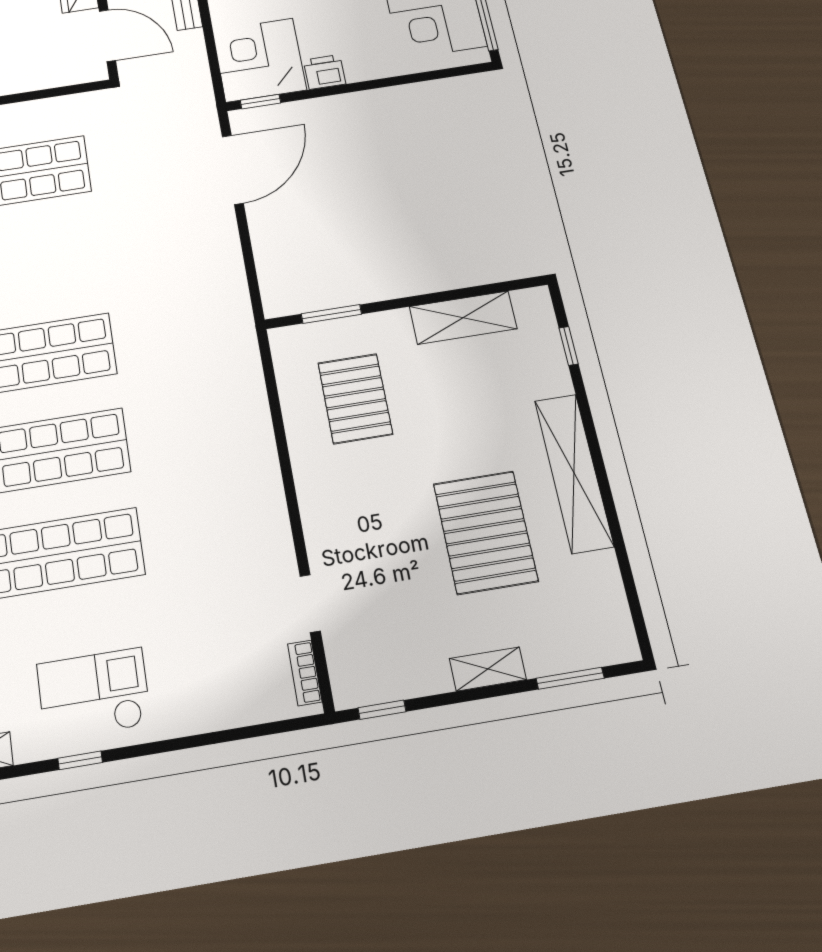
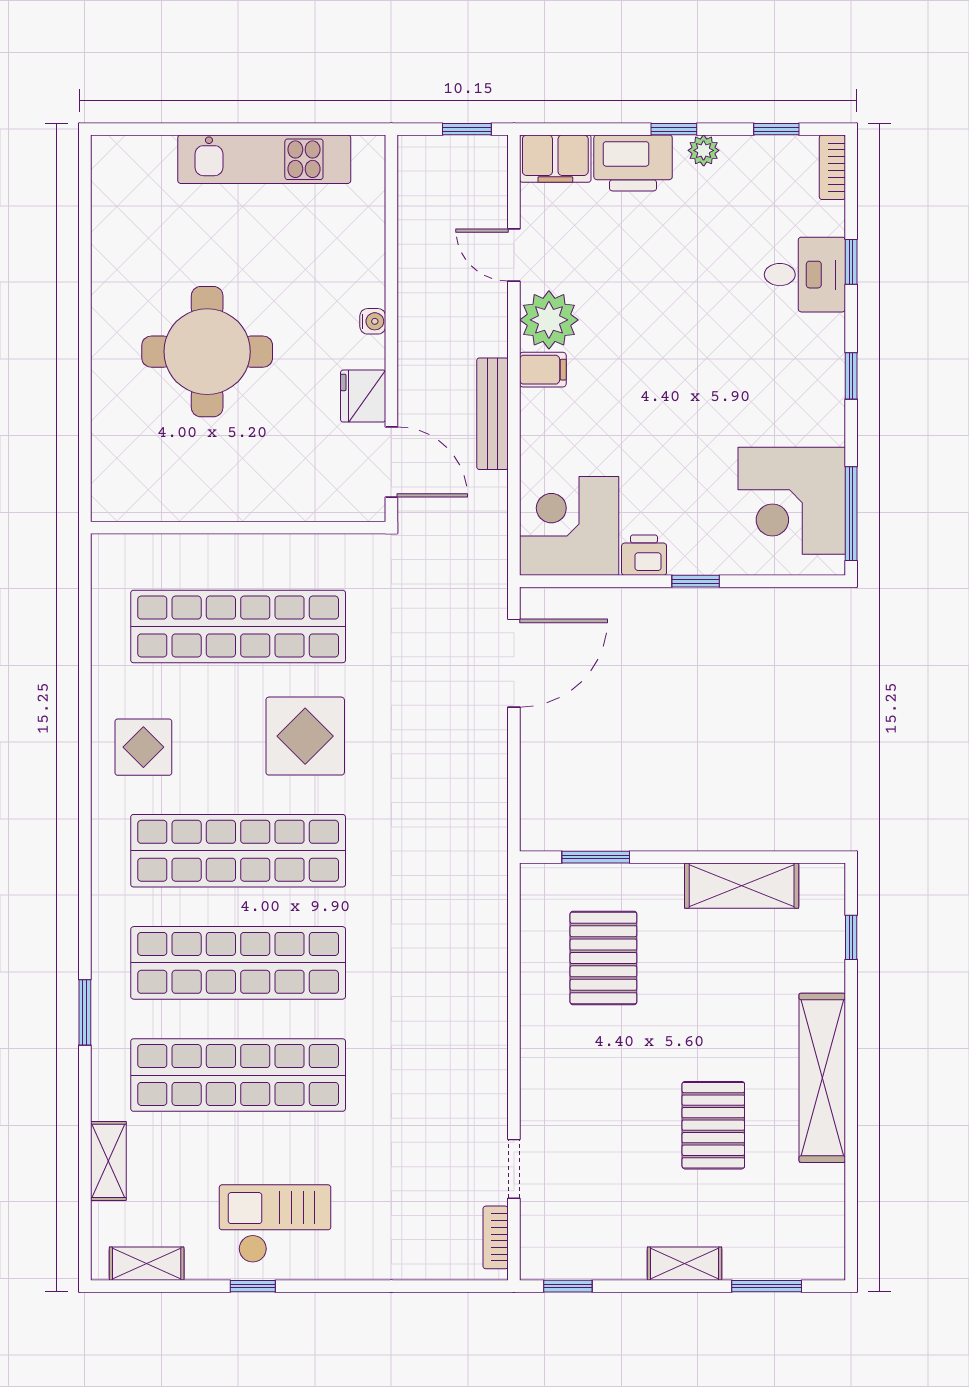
window: (260, 102) -> (696, 581), moved
display table: (65, 254) -> (305, 736), added
pallet: (485, 532) -> (713, 1125), width x0.73, depth x0.71

